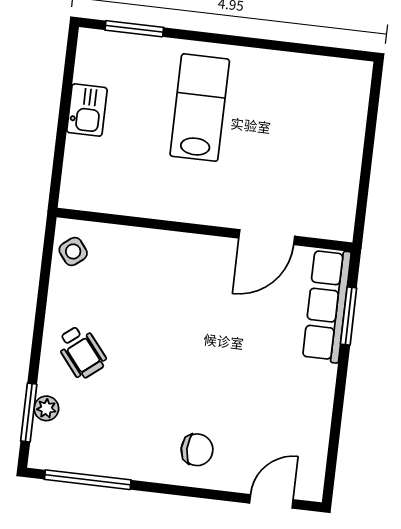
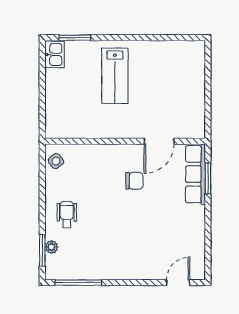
lab bench: (200, 108) -> (115, 76), turned 180
kitchen sink: (87, 110) -> (54, 54), moved
wheelchair: (81, 352) -> (67, 214), turned -141
chair: (197, 450) -> (134, 181), moved

